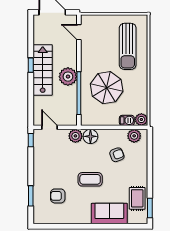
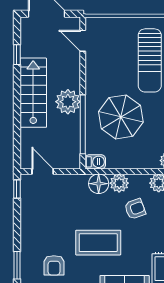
window: (31, 65) -> (17, 55), moved
barbecue: (127, 120) -> (95, 162), moved
plant: (75, 136) -> (119, 183), moved
coffee table: (90, 179) -> (98, 243), width x1.36, depth x1.32
armchair: (58, 196) -> (54, 265), turned -90

